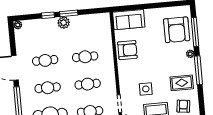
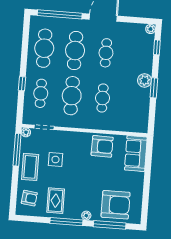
window: (48, 15) -> (157, 47), moved
armchair: (177, 30) -> (116, 205), turned 180
armchair: (127, 50) -> (102, 146), turned -89
cafe table: (88, 84) -> (72, 96), width x1.37, depth x1.35
cafe table: (48, 88) -> (75, 51), width x1.37, depth x1.35

